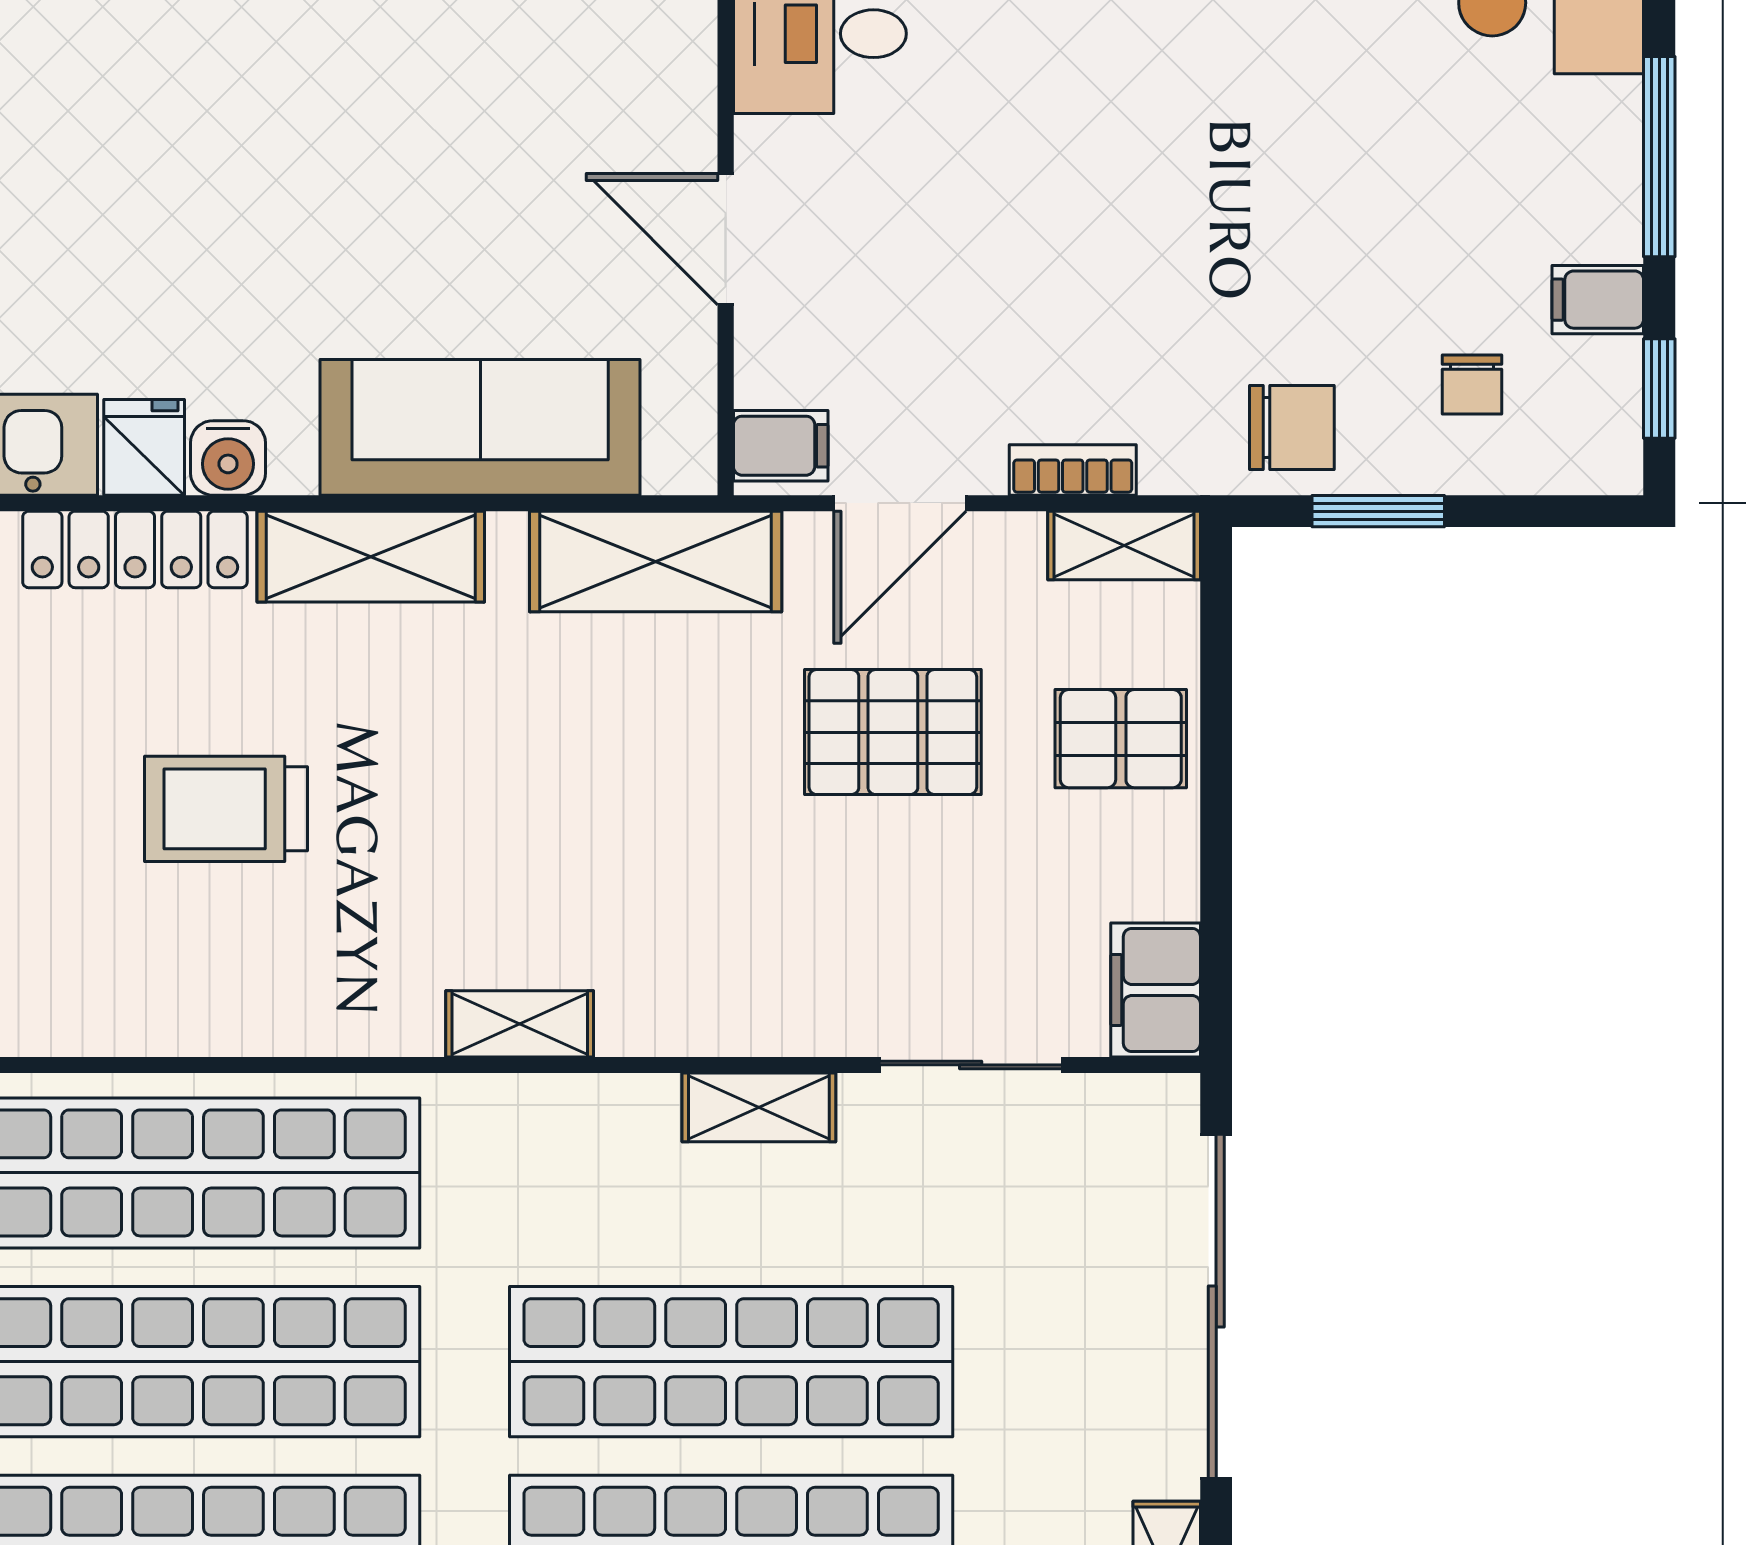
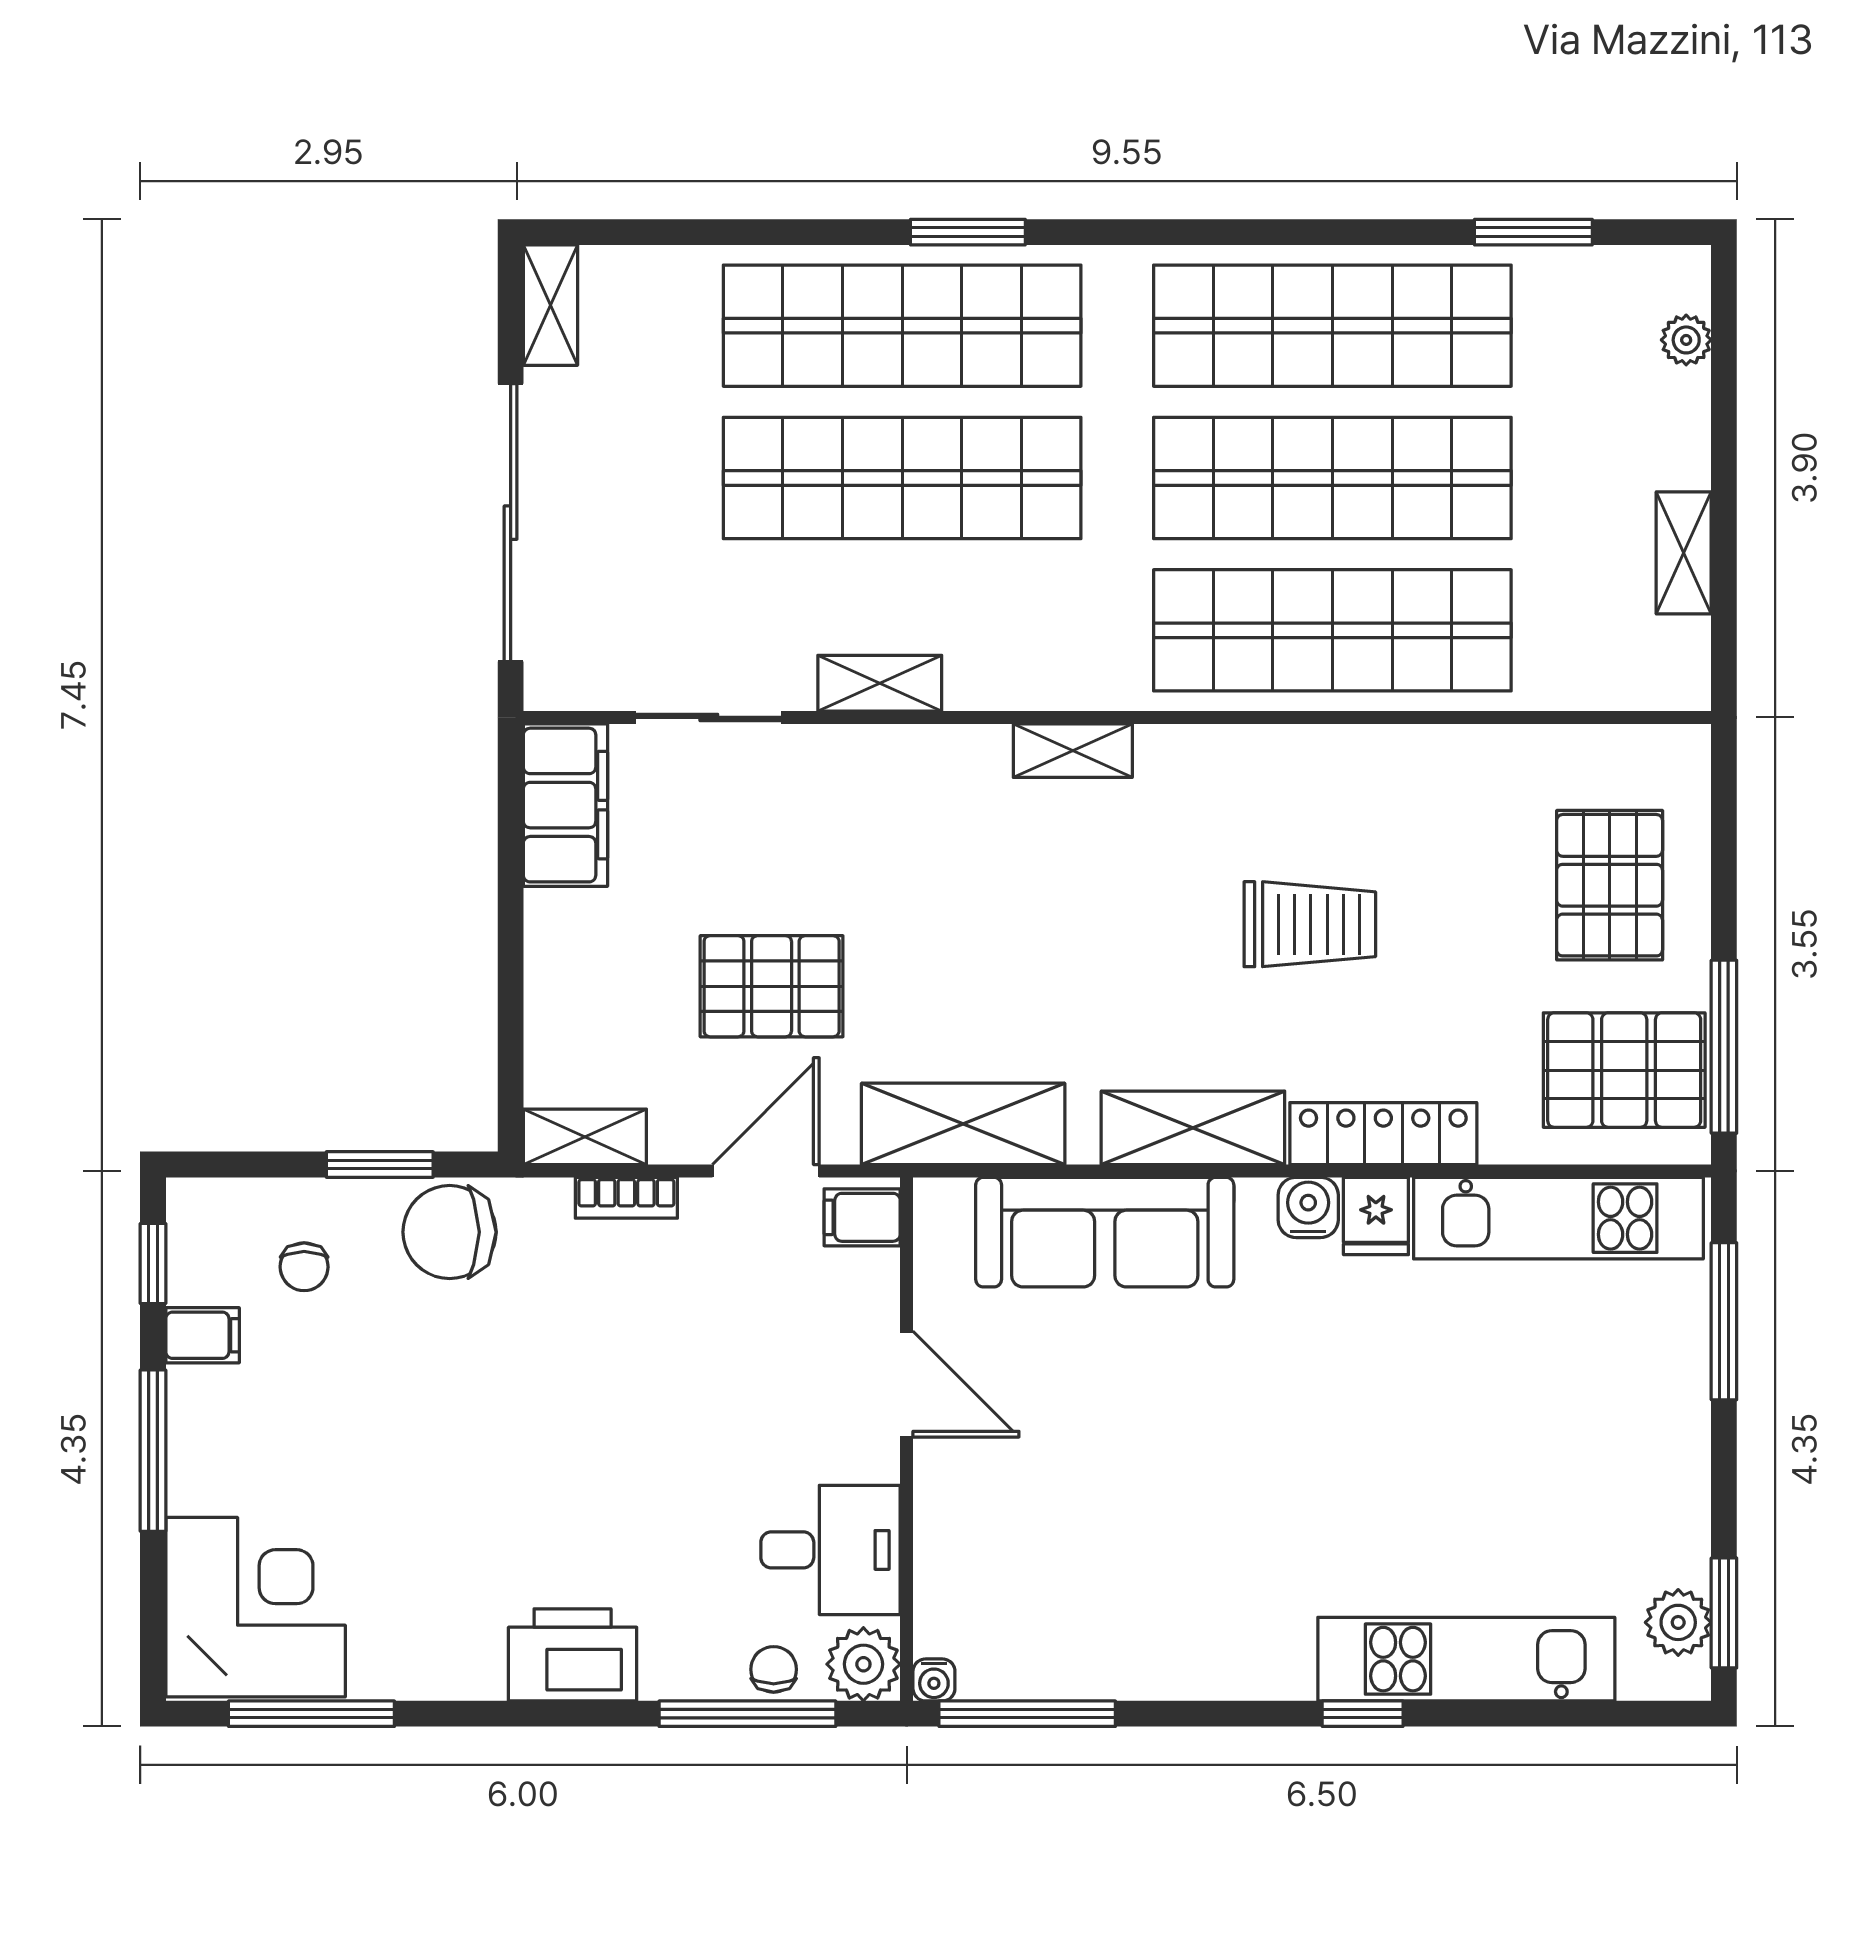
chair: (1472, 384) -> (304, 1267), turned 180
chair: (1292, 428) -> (450, 1232), width x1.37, depth x1.37
pallet: (1121, 739) -> (588, 981), removed
filing cabinet: (1156, 990) -> (565, 805), width x1.50, depth x1.17

